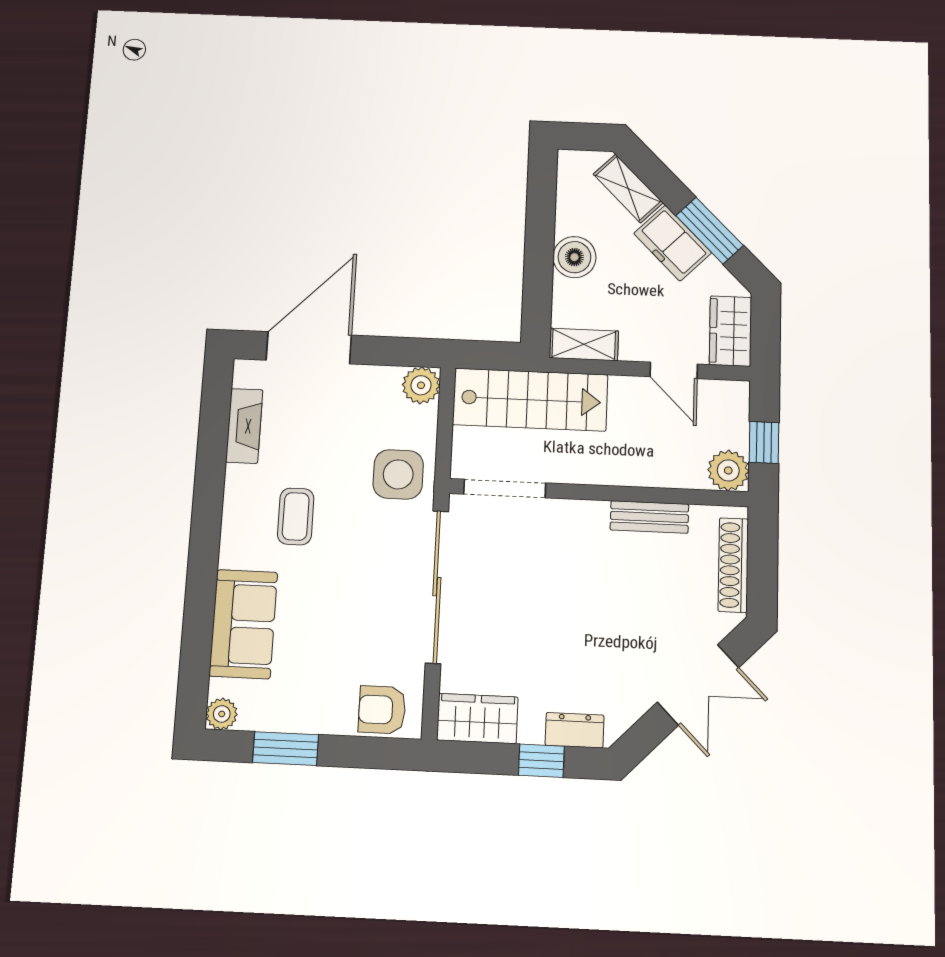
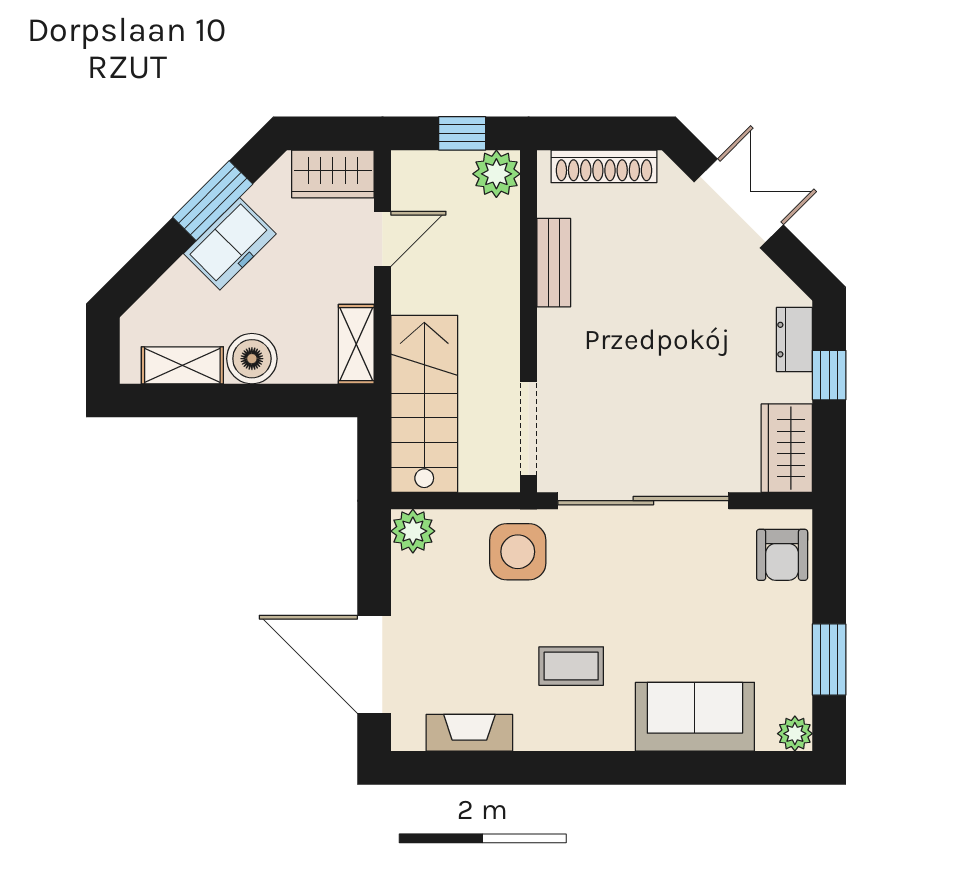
shelving: (628, 188) -> (182, 365), moved, turned 45

